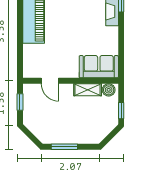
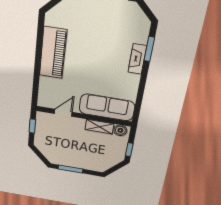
sofa: (99, 67) -> (107, 107), width x1.36
door: (50, 81) -> (63, 113), swing flipped

